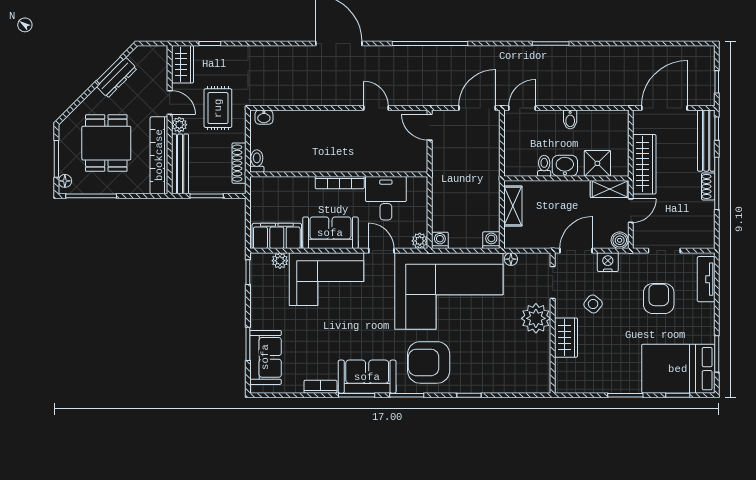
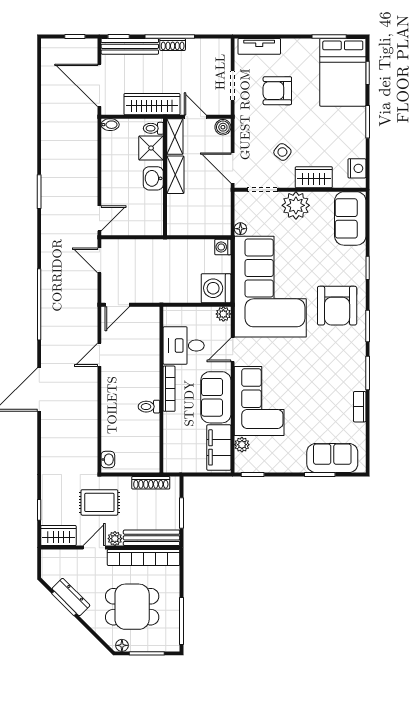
door: (477, 108) -> (99, 260), width x0.73
door: (522, 108) -> (99, 218), swing flipped
bidet: (570, 120) -> (110, 125), moved
toilet: (257, 161) -> (149, 407), moved
toilet: (544, 166) -> (153, 128), moved
floor lamp: (65, 181) -> (122, 645), moved
shelving: (513, 206) -> (175, 175), moved, turned 90
washing machine: (440, 240) -> (216, 288), width x1.89, depth x1.89
nightstand: (608, 262) -> (357, 168), moved, turned 180
sofa: (367, 377) -> (350, 218), moved

